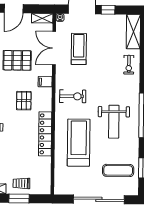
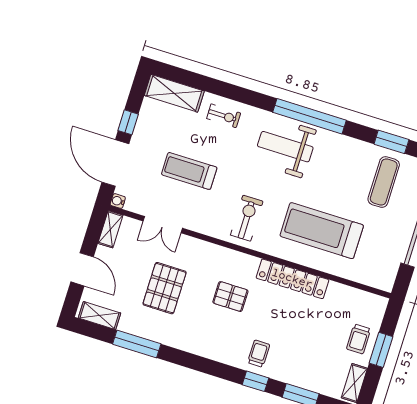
double door: (54, 48) -> (163, 225), width x0.73
treadmill: (79, 49) -> (189, 171), moved
filing cabinet: (45, 82) -> (211, 254), removed
weight bench: (114, 122) -> (285, 147), moved, turned 180

